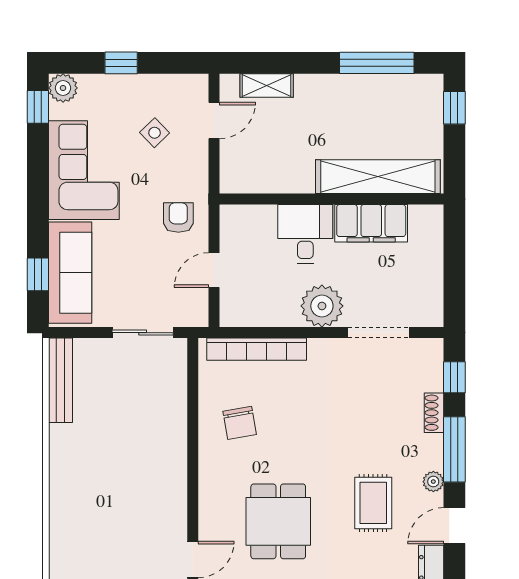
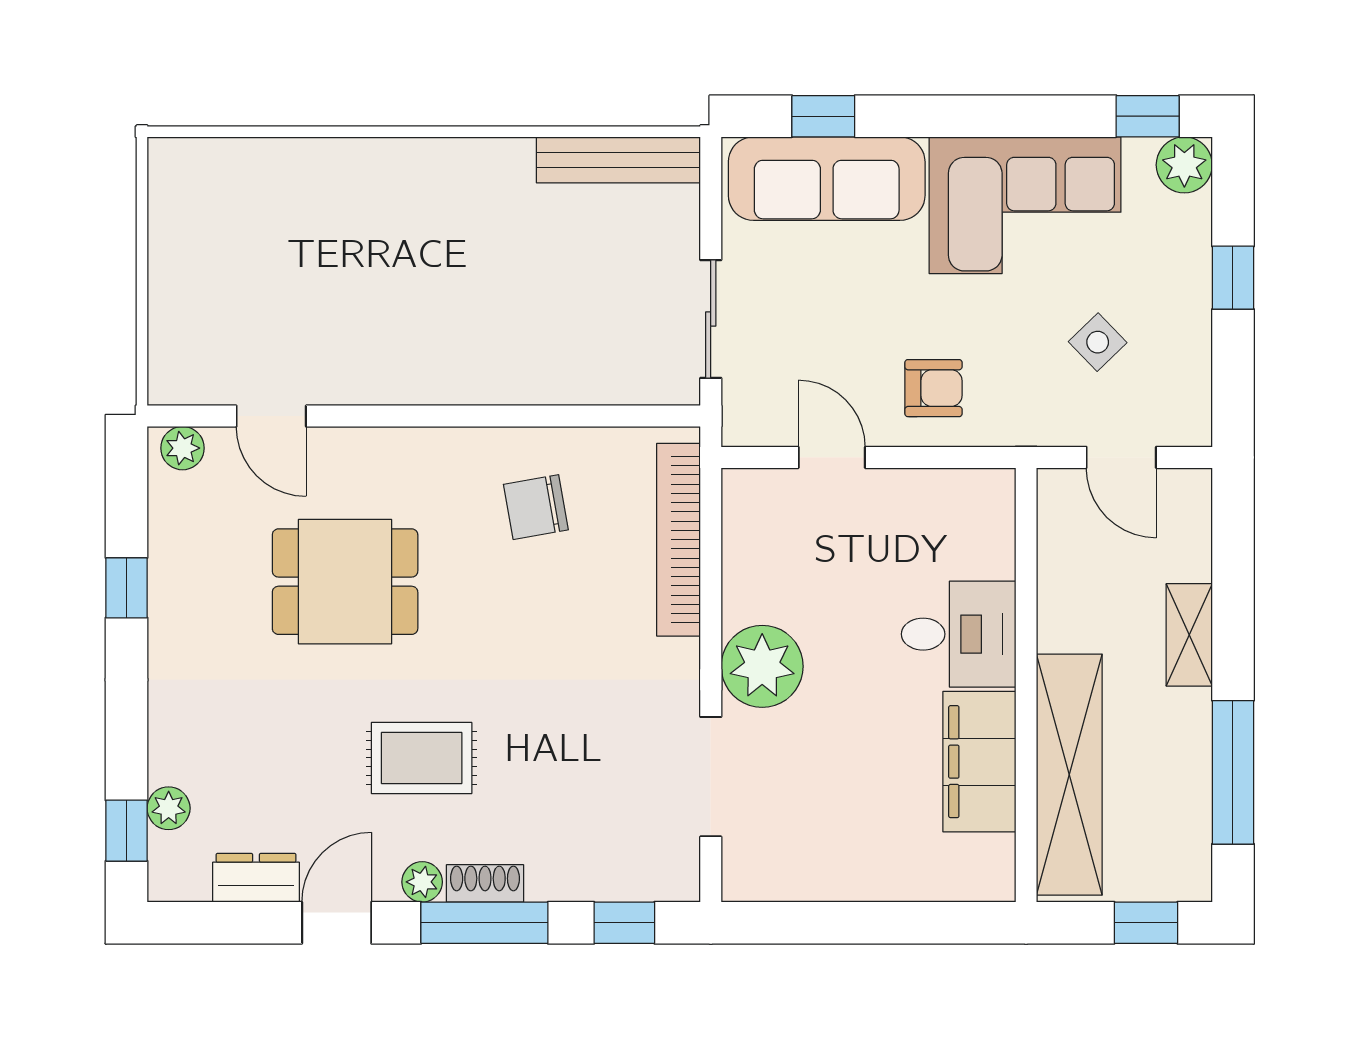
shelving: (267, 85) -> (1189, 635), moved
shelving: (378, 177) -> (1069, 775), moved
wall: (332, 199) -> (1026, 685), moved
filing cabinet: (371, 223) -> (979, 762), moved
desk: (305, 234) -> (959, 634), moved
shoe rack: (434, 413) -> (485, 883), moved
rug: (373, 503) -> (422, 758), moved
door: (454, 526) -> (337, 923), hinge flipped

